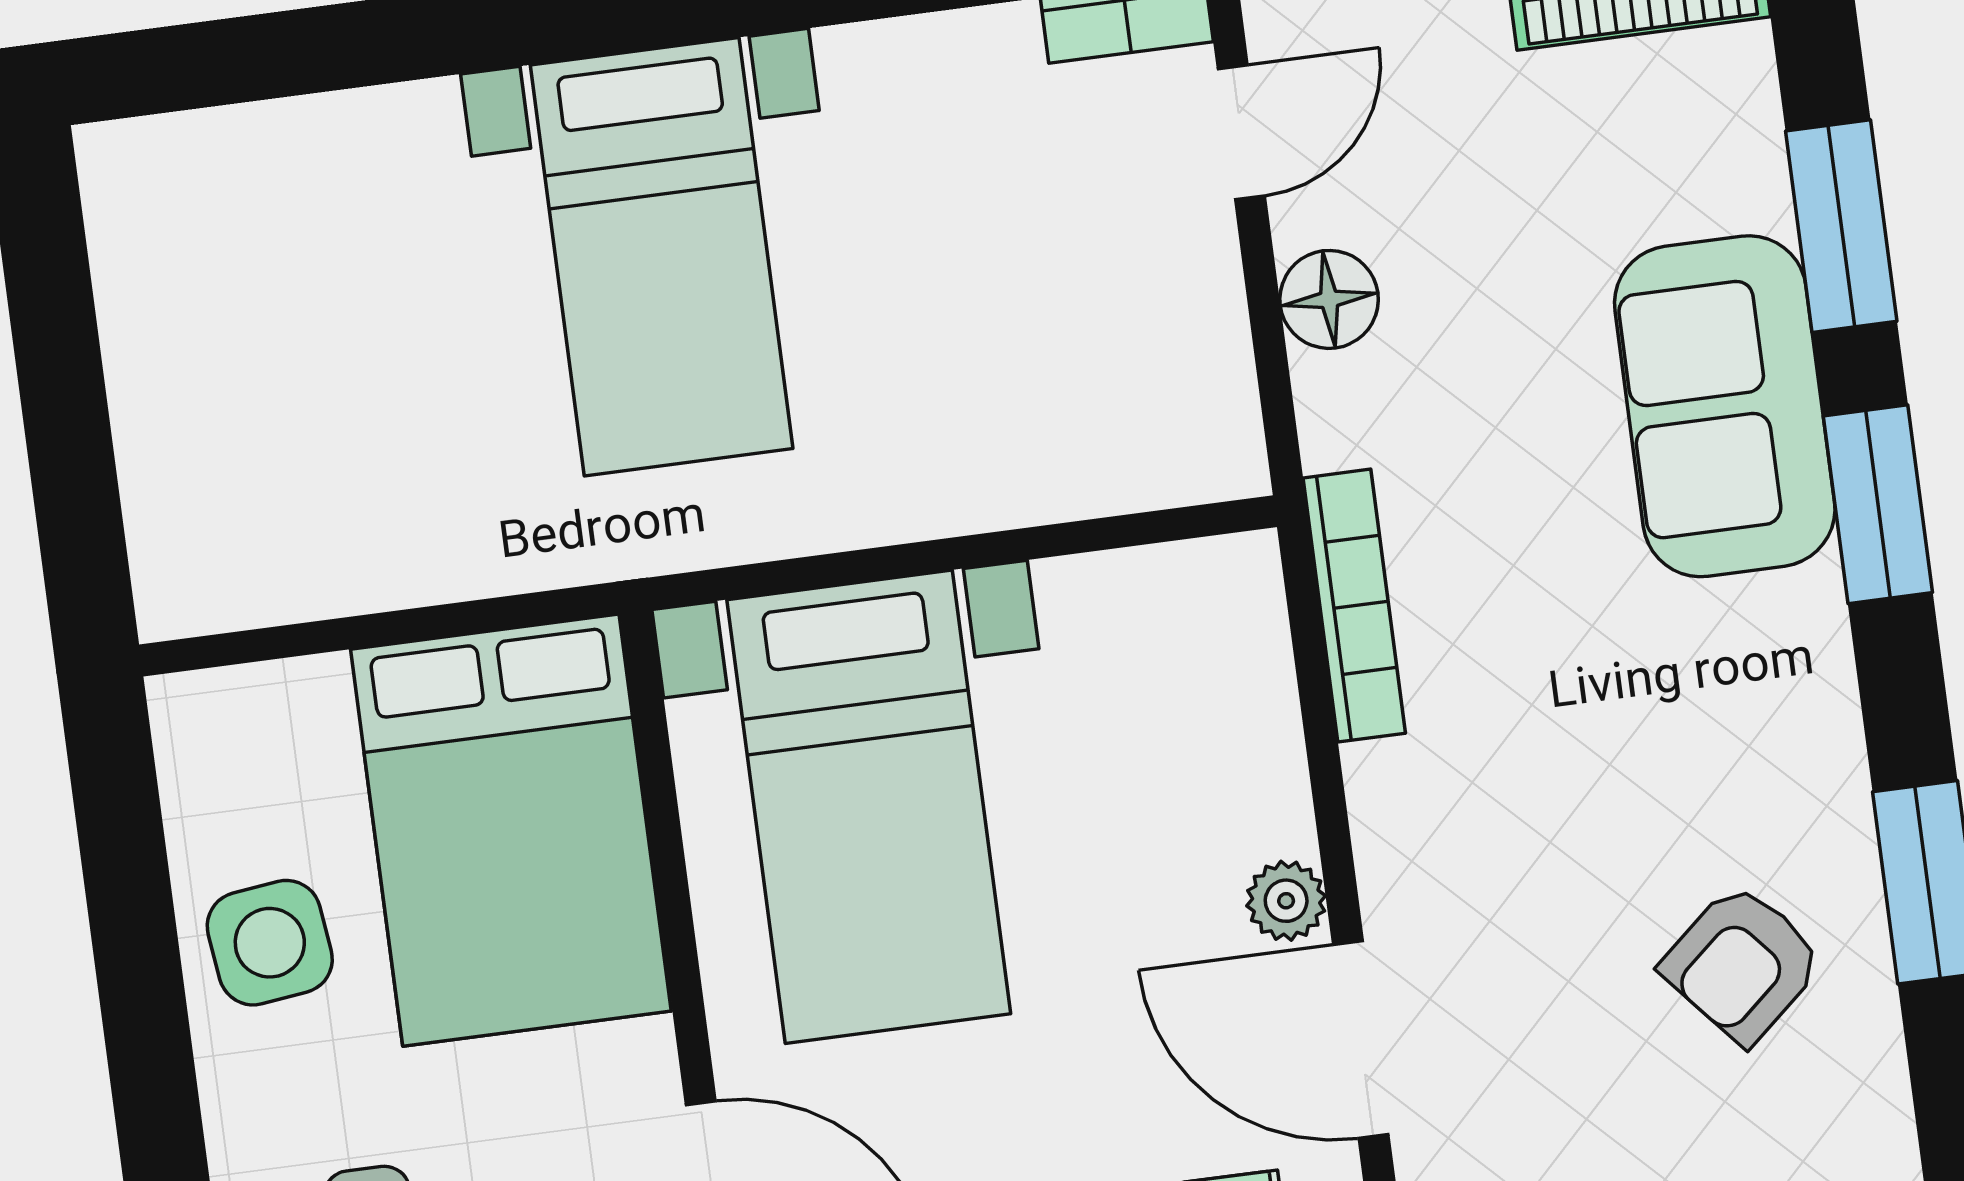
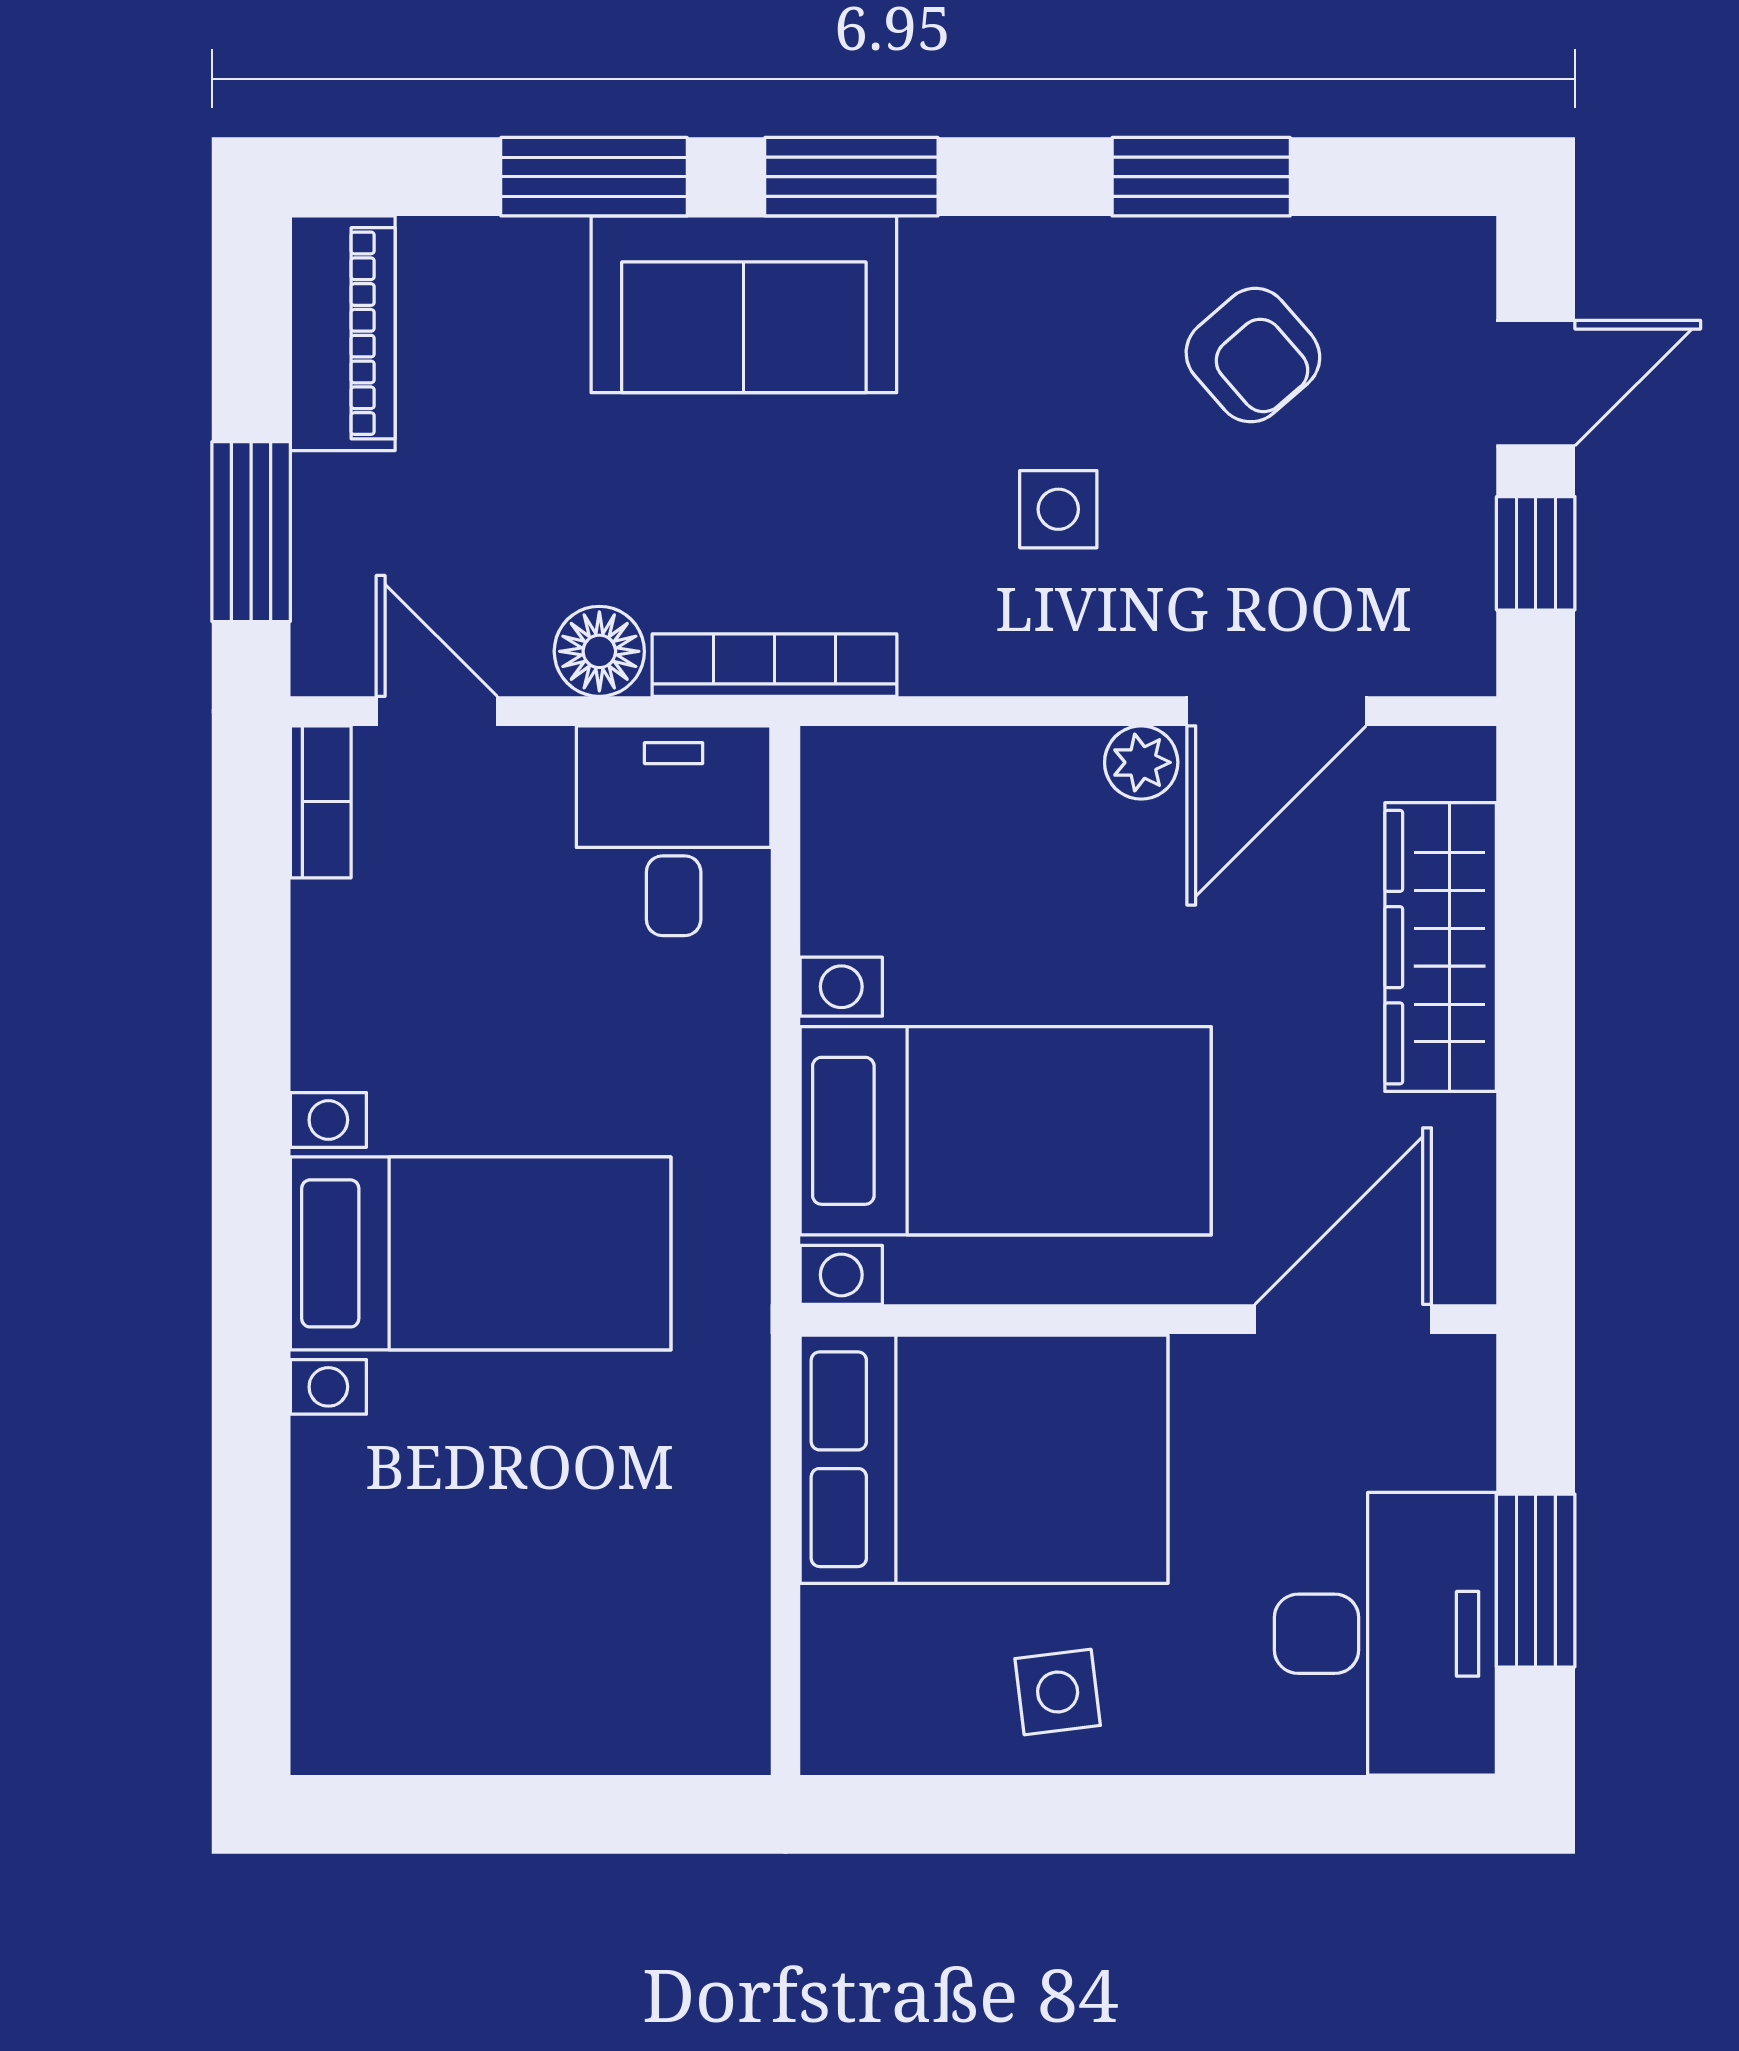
desk: (1146, 405) -> (674, 831), added
bookcase: (1354, 606) -> (775, 665), moved
side table: (1548, 775) -> (1058, 509), added
side table: (270, 943) -> (1058, 1692), width x0.73, depth x0.73

